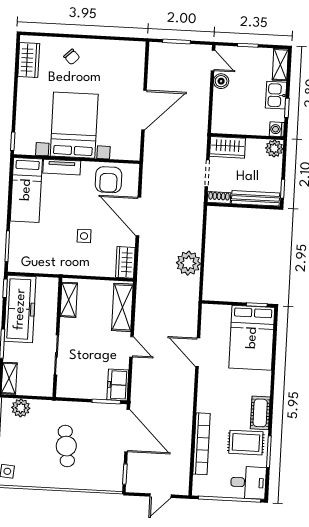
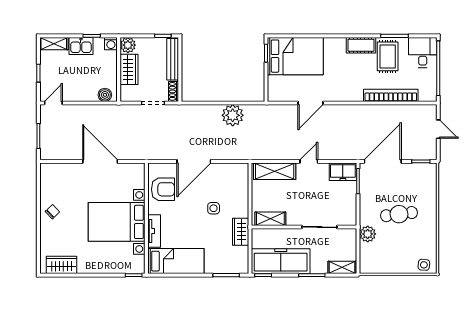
chair: (72, 57) -> (52, 212), moved
boiler: (221, 81) -> (105, 95), moved
wardrobe: (228, 147) -> (129, 69), moved
wardrobe: (125, 262) -> (241, 232), moved, turned 90
plant: (21, 408) -> (368, 234), moved

